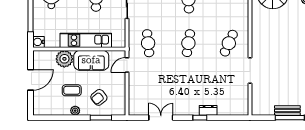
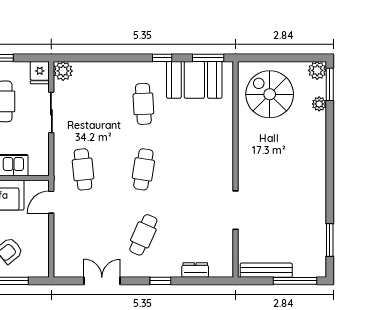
cafe table: (229, 43) -> (143, 235), moved
dresser: (208, 110) -> (195, 270), moved
bench: (287, 111) -> (266, 270), moved, width x1.36

